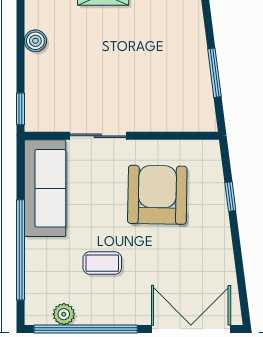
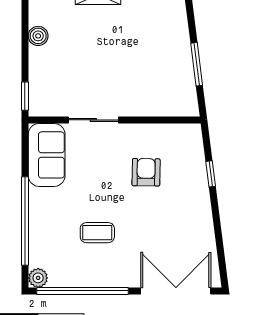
sofa: (45, 188) -> (47, 155), width x0.73
armchair: (157, 195) -> (146, 172), width x0.53, depth x0.53
plant: (64, 314) -> (38, 278), moved

